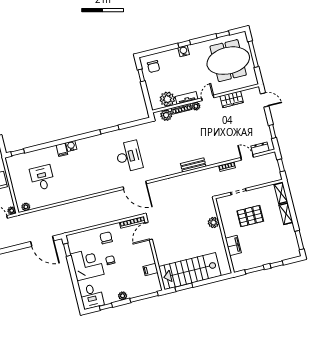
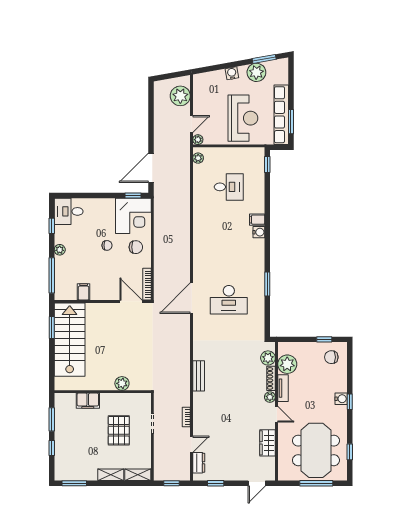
corner desk: (87, 264) -> (133, 216), moved

